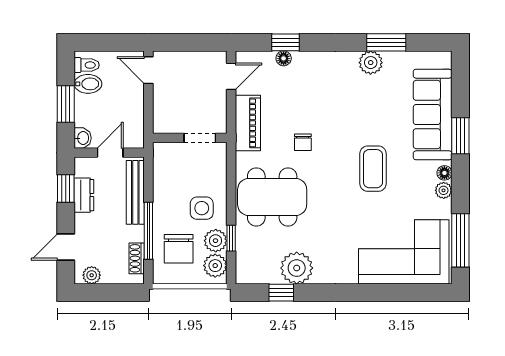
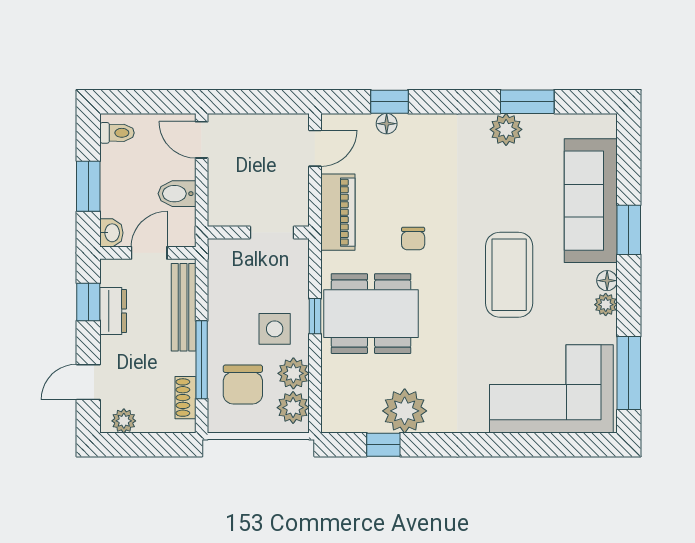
bidet: (88, 84) -> (177, 194), moved, turned 180
coffee table: (373, 169) -> (509, 275), width x1.36, depth x1.32
window: (231, 238) -> (315, 316), moved

